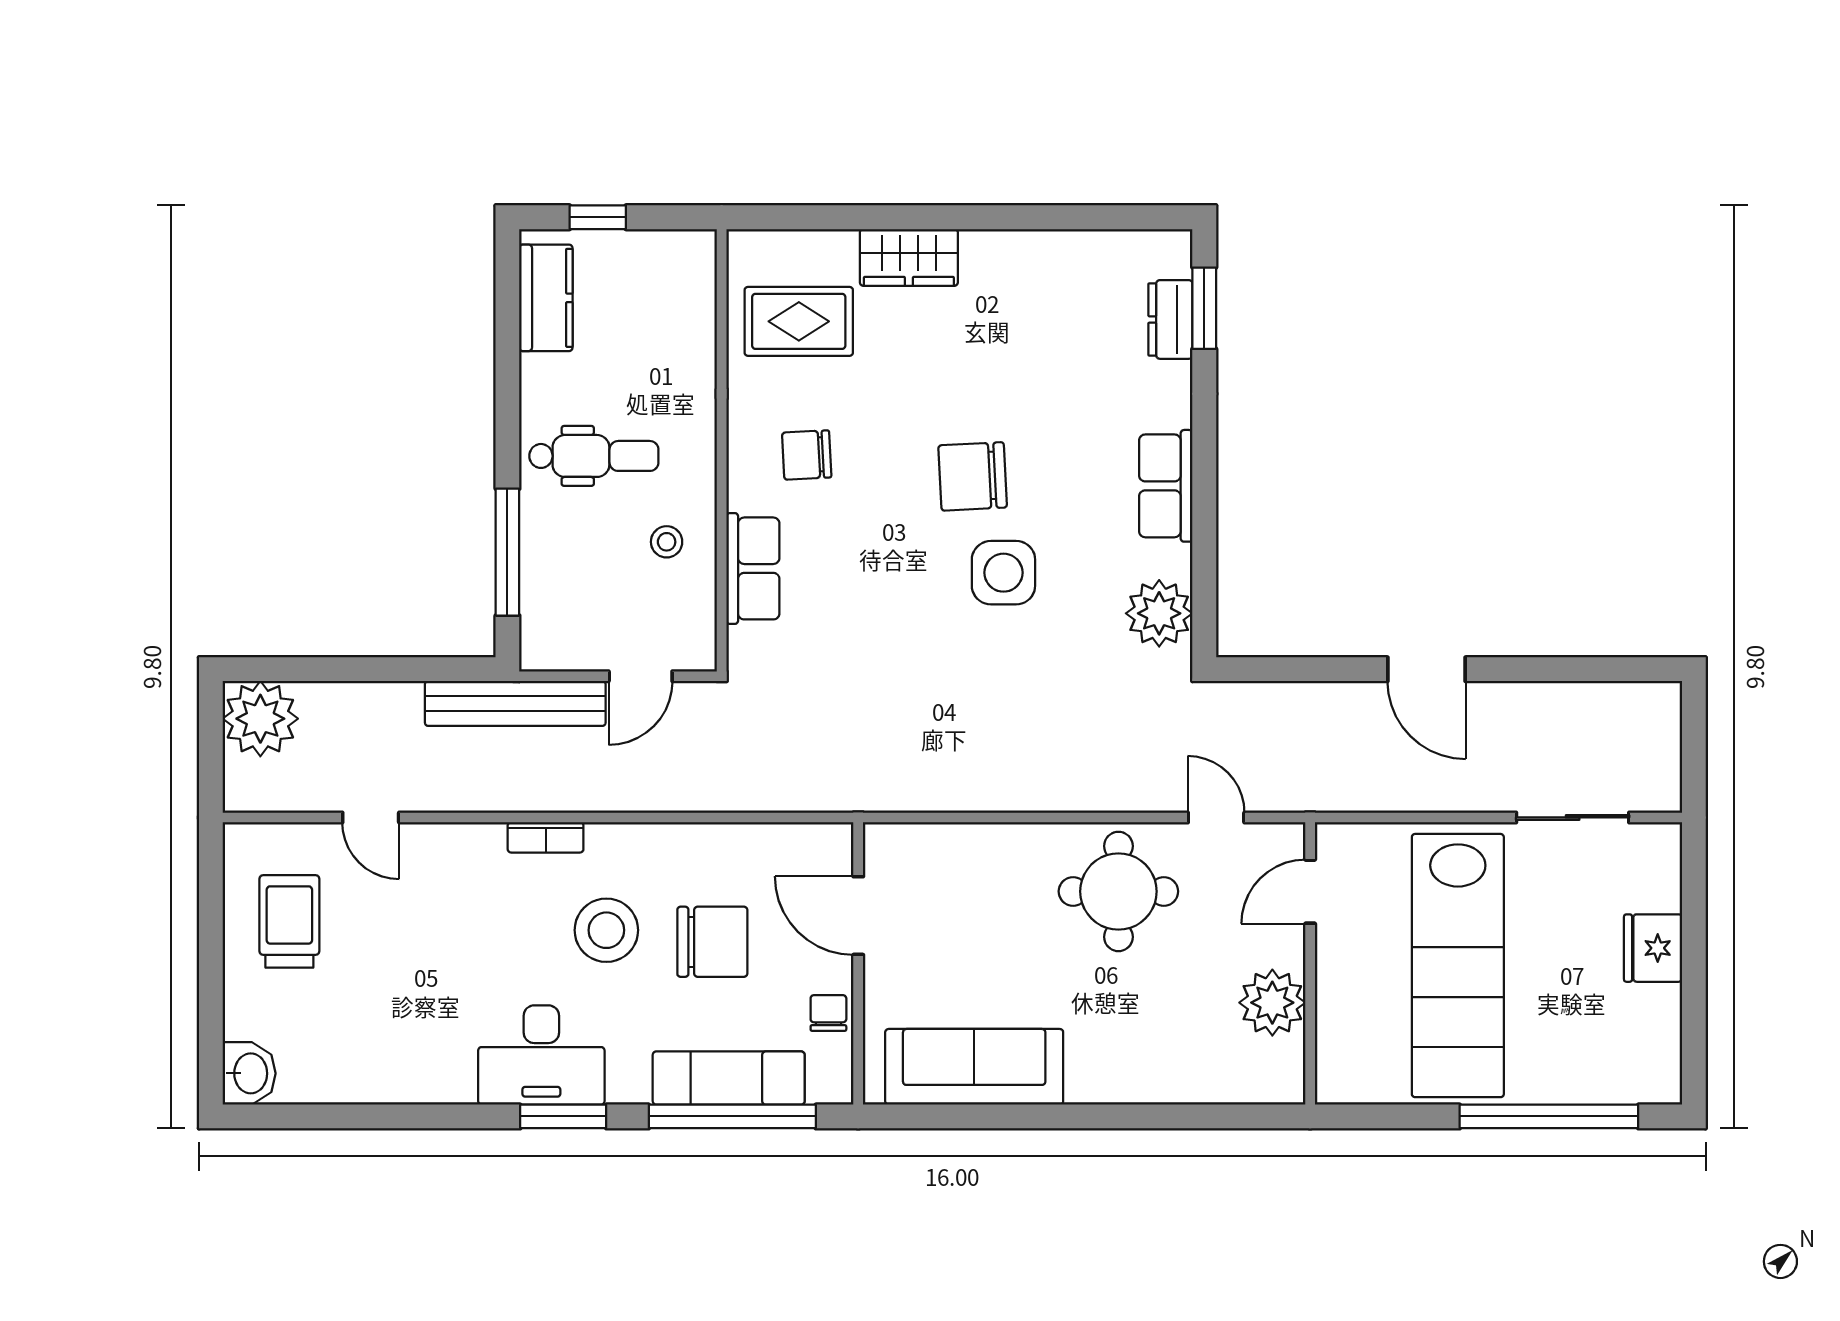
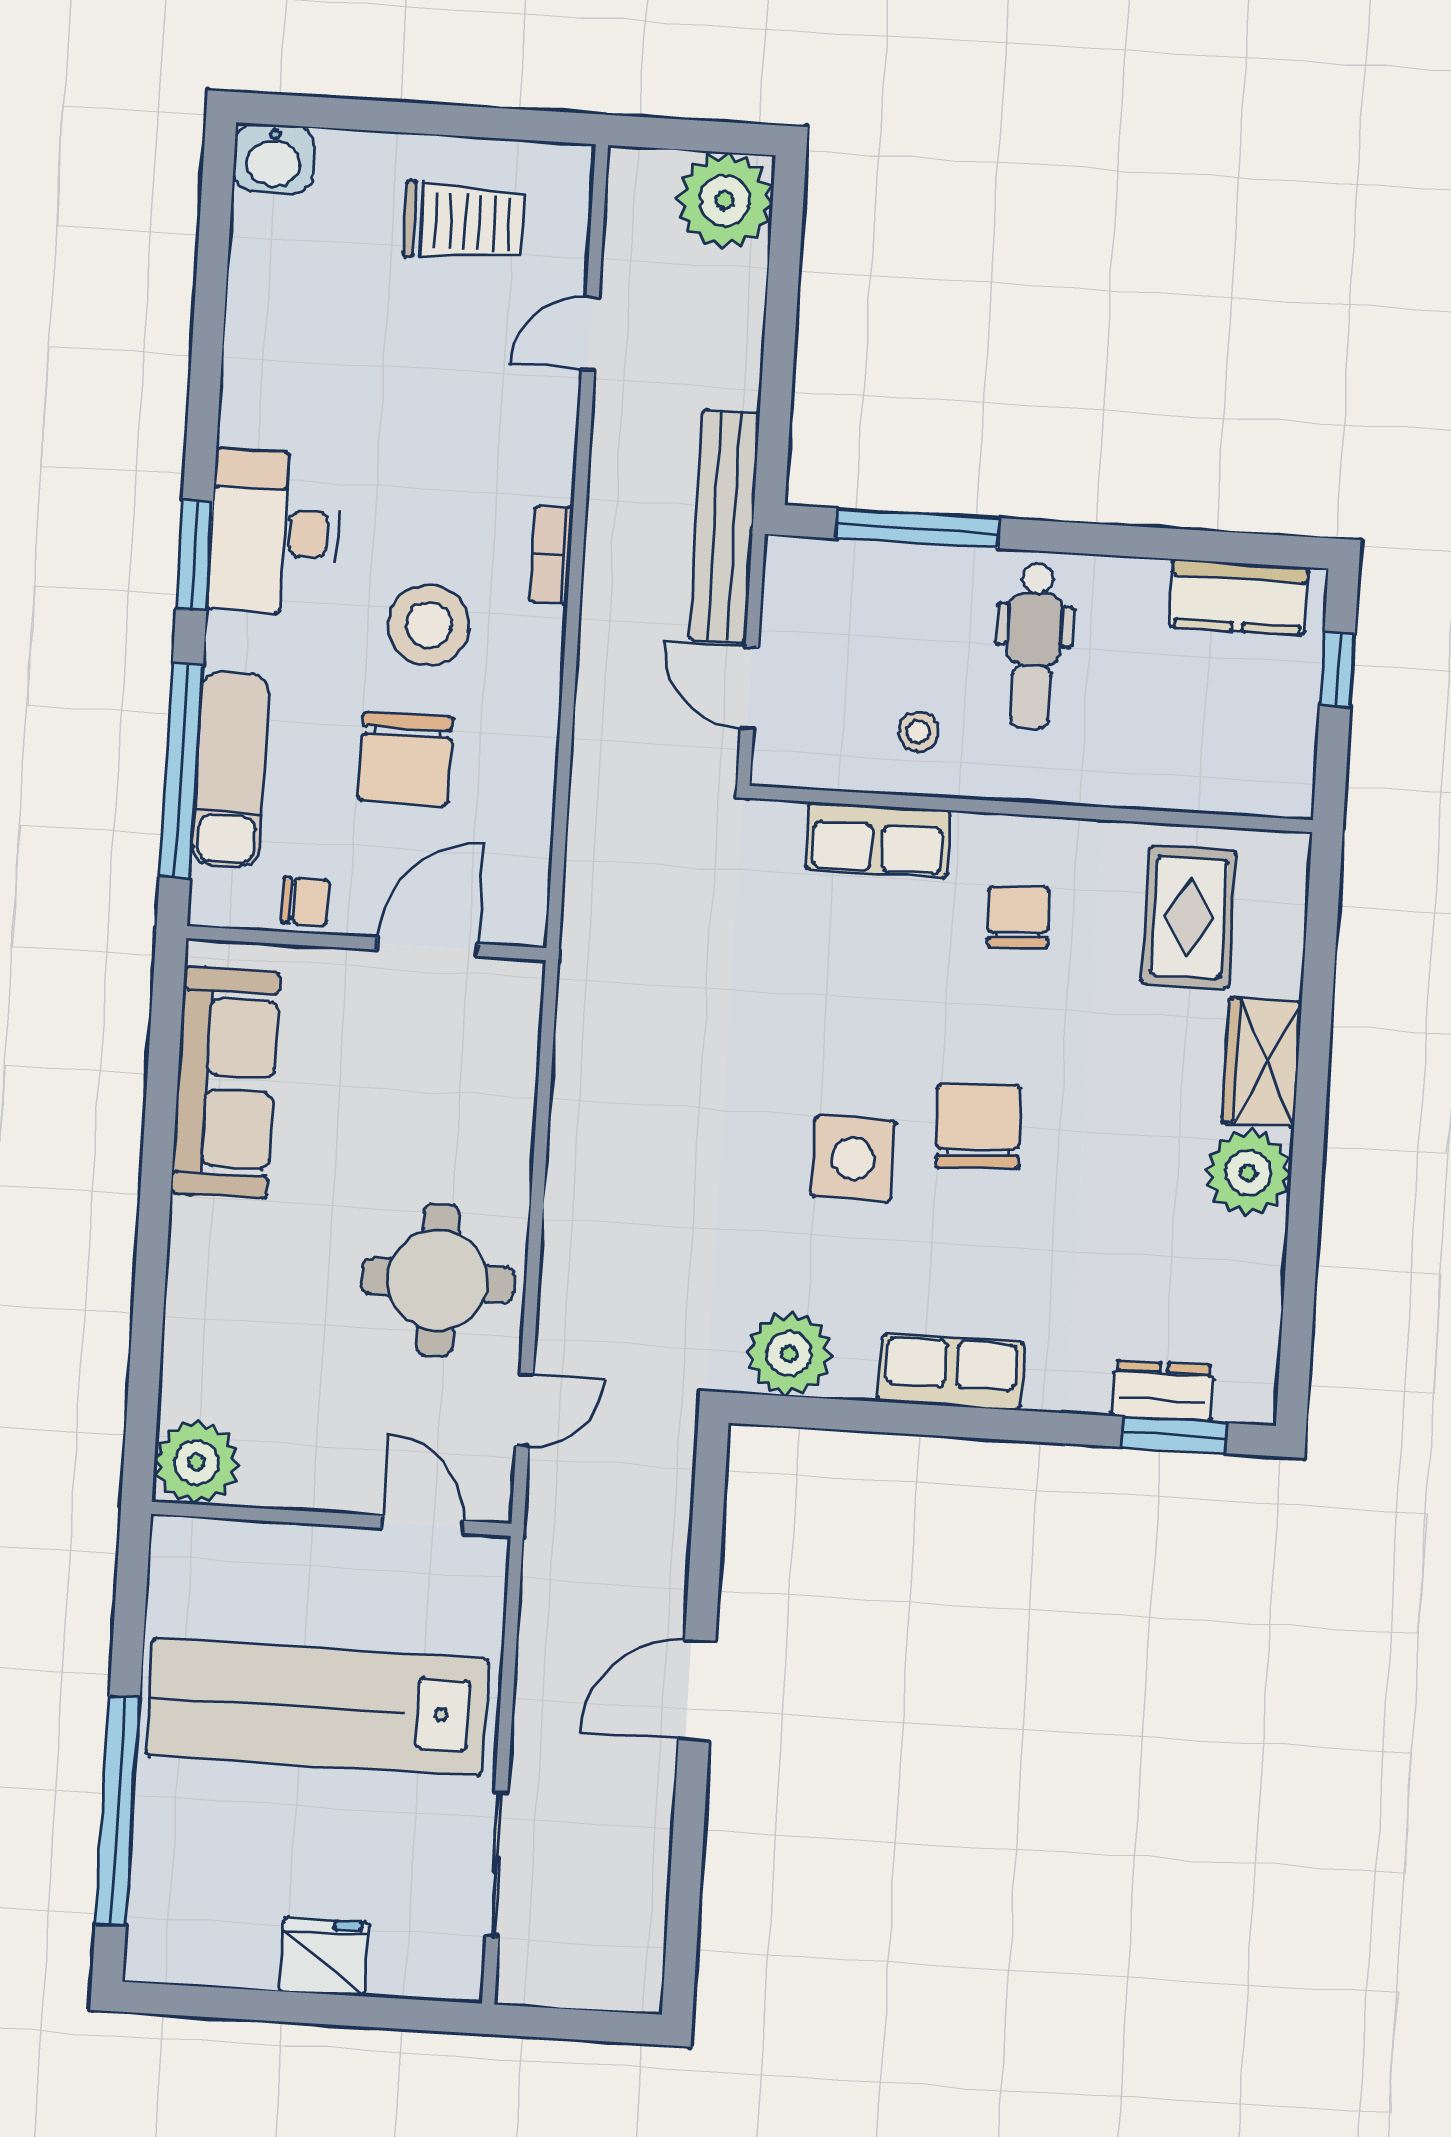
plant: (996, 263) -> (1248, 1173), added
plant: (1272, 1003) -> (196, 1462), moved

